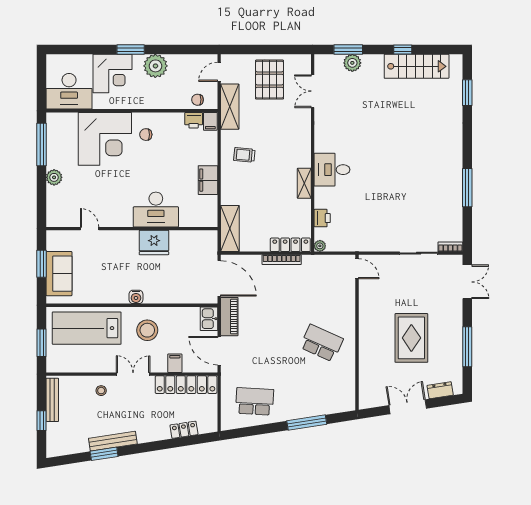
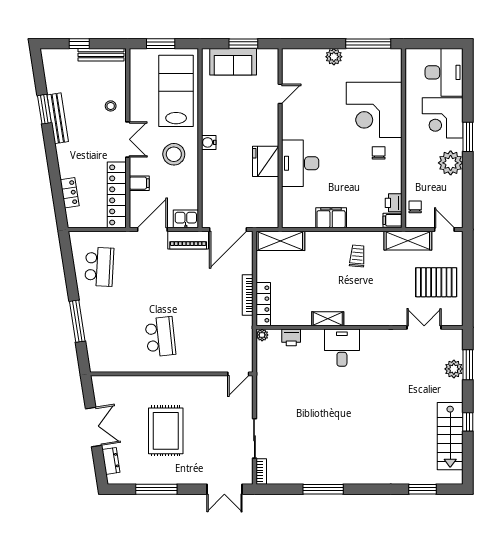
desk: (69, 91) -> (444, 72), moved, turned 180
rug: (411, 338) -> (166, 431), turned 90
school desk: (322, 343) -> (160, 337), turned -30

